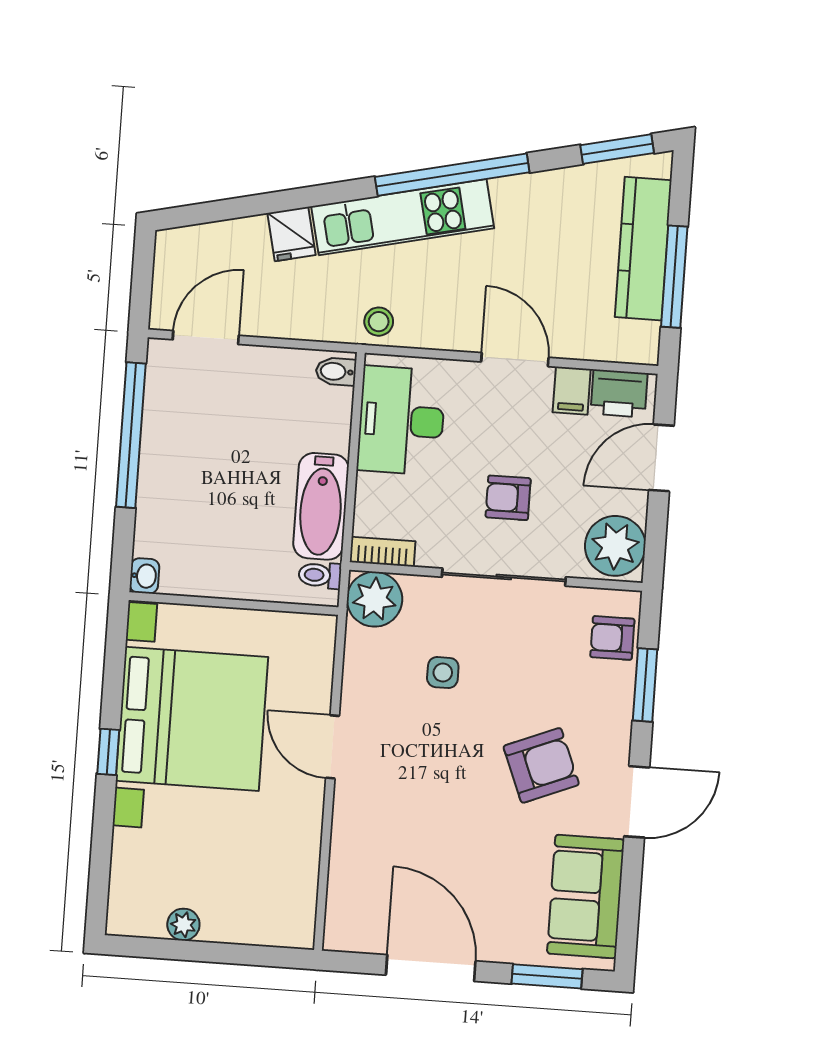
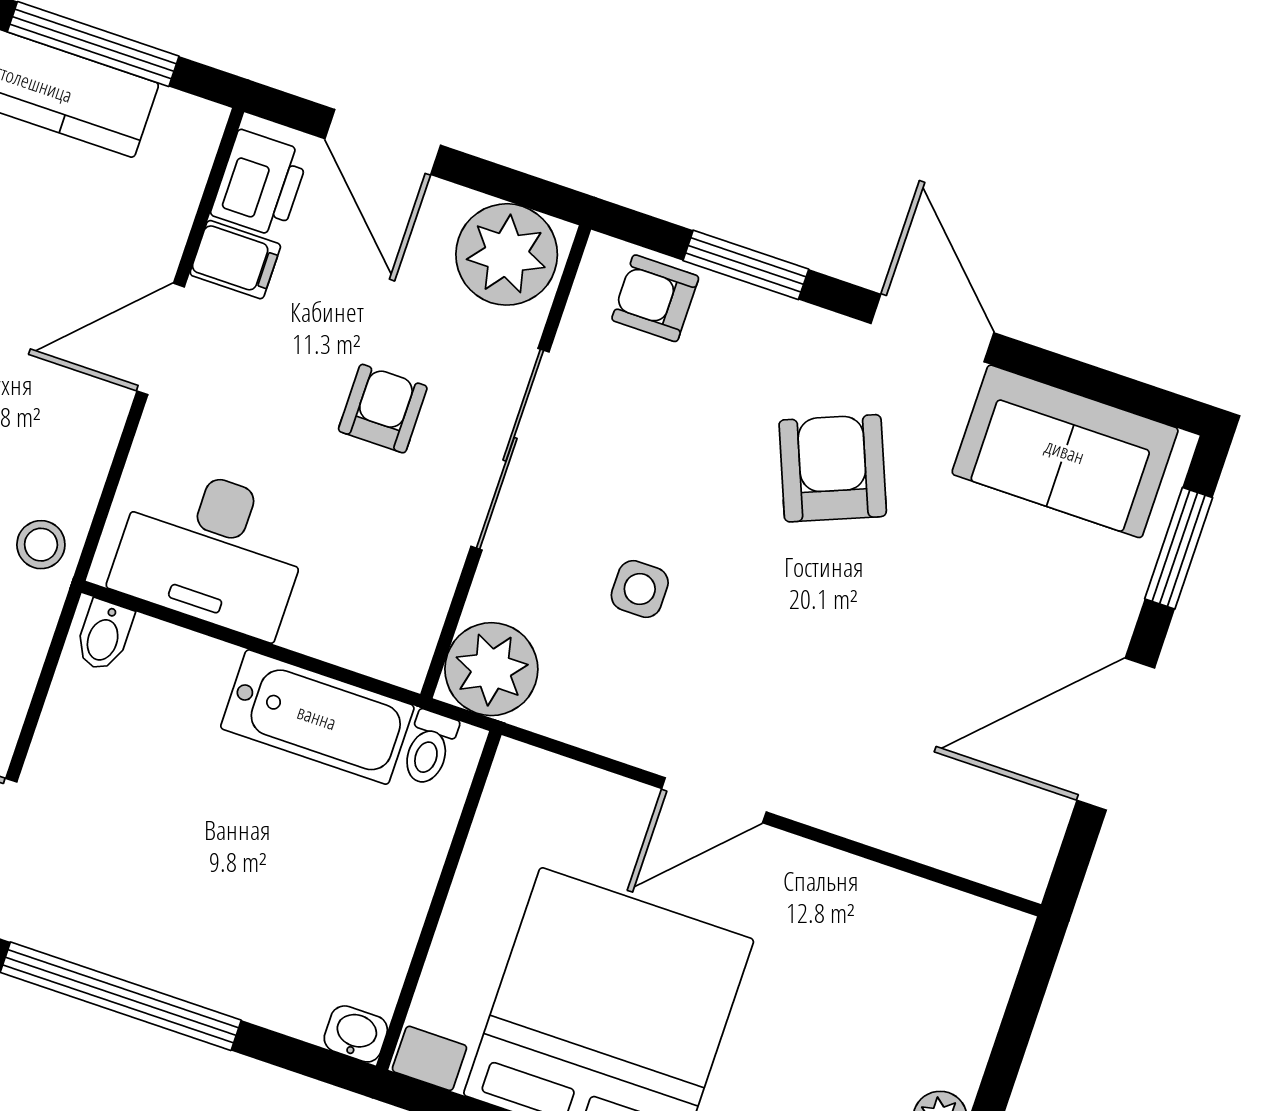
armchair: (508, 498) -> (383, 409), turned 180
bookcase: (383, 552) -> (417, 636), removed
armchair: (612, 638) -> (655, 298), turned 90

